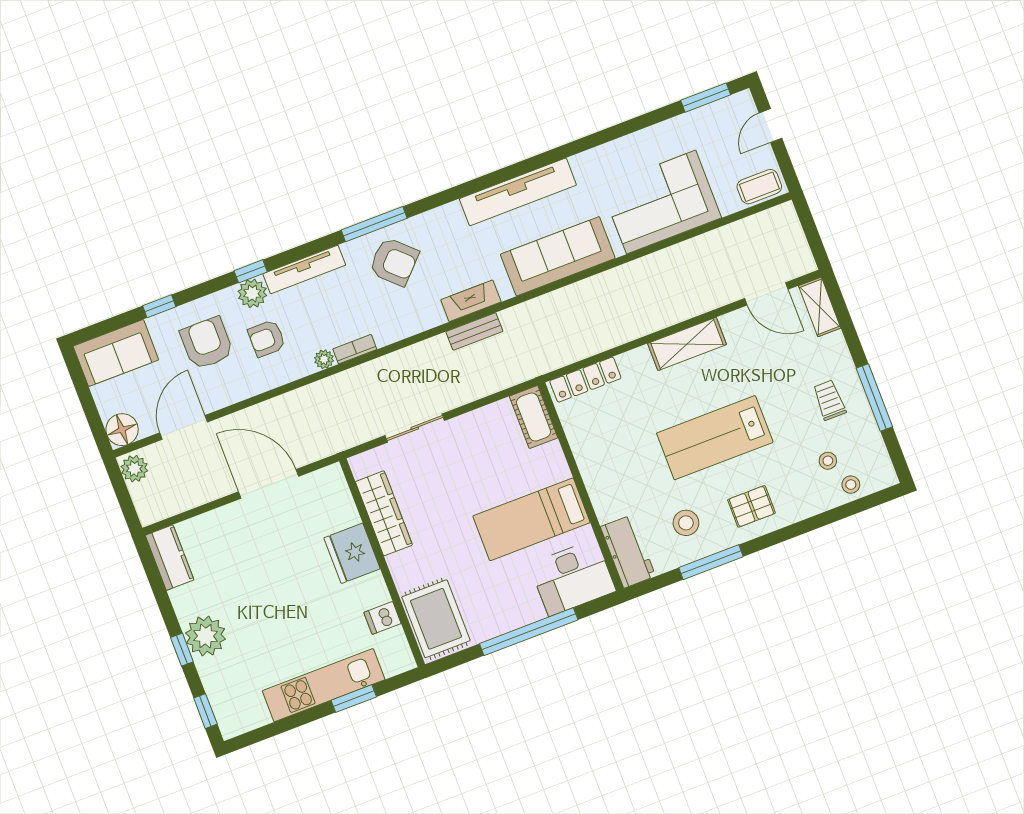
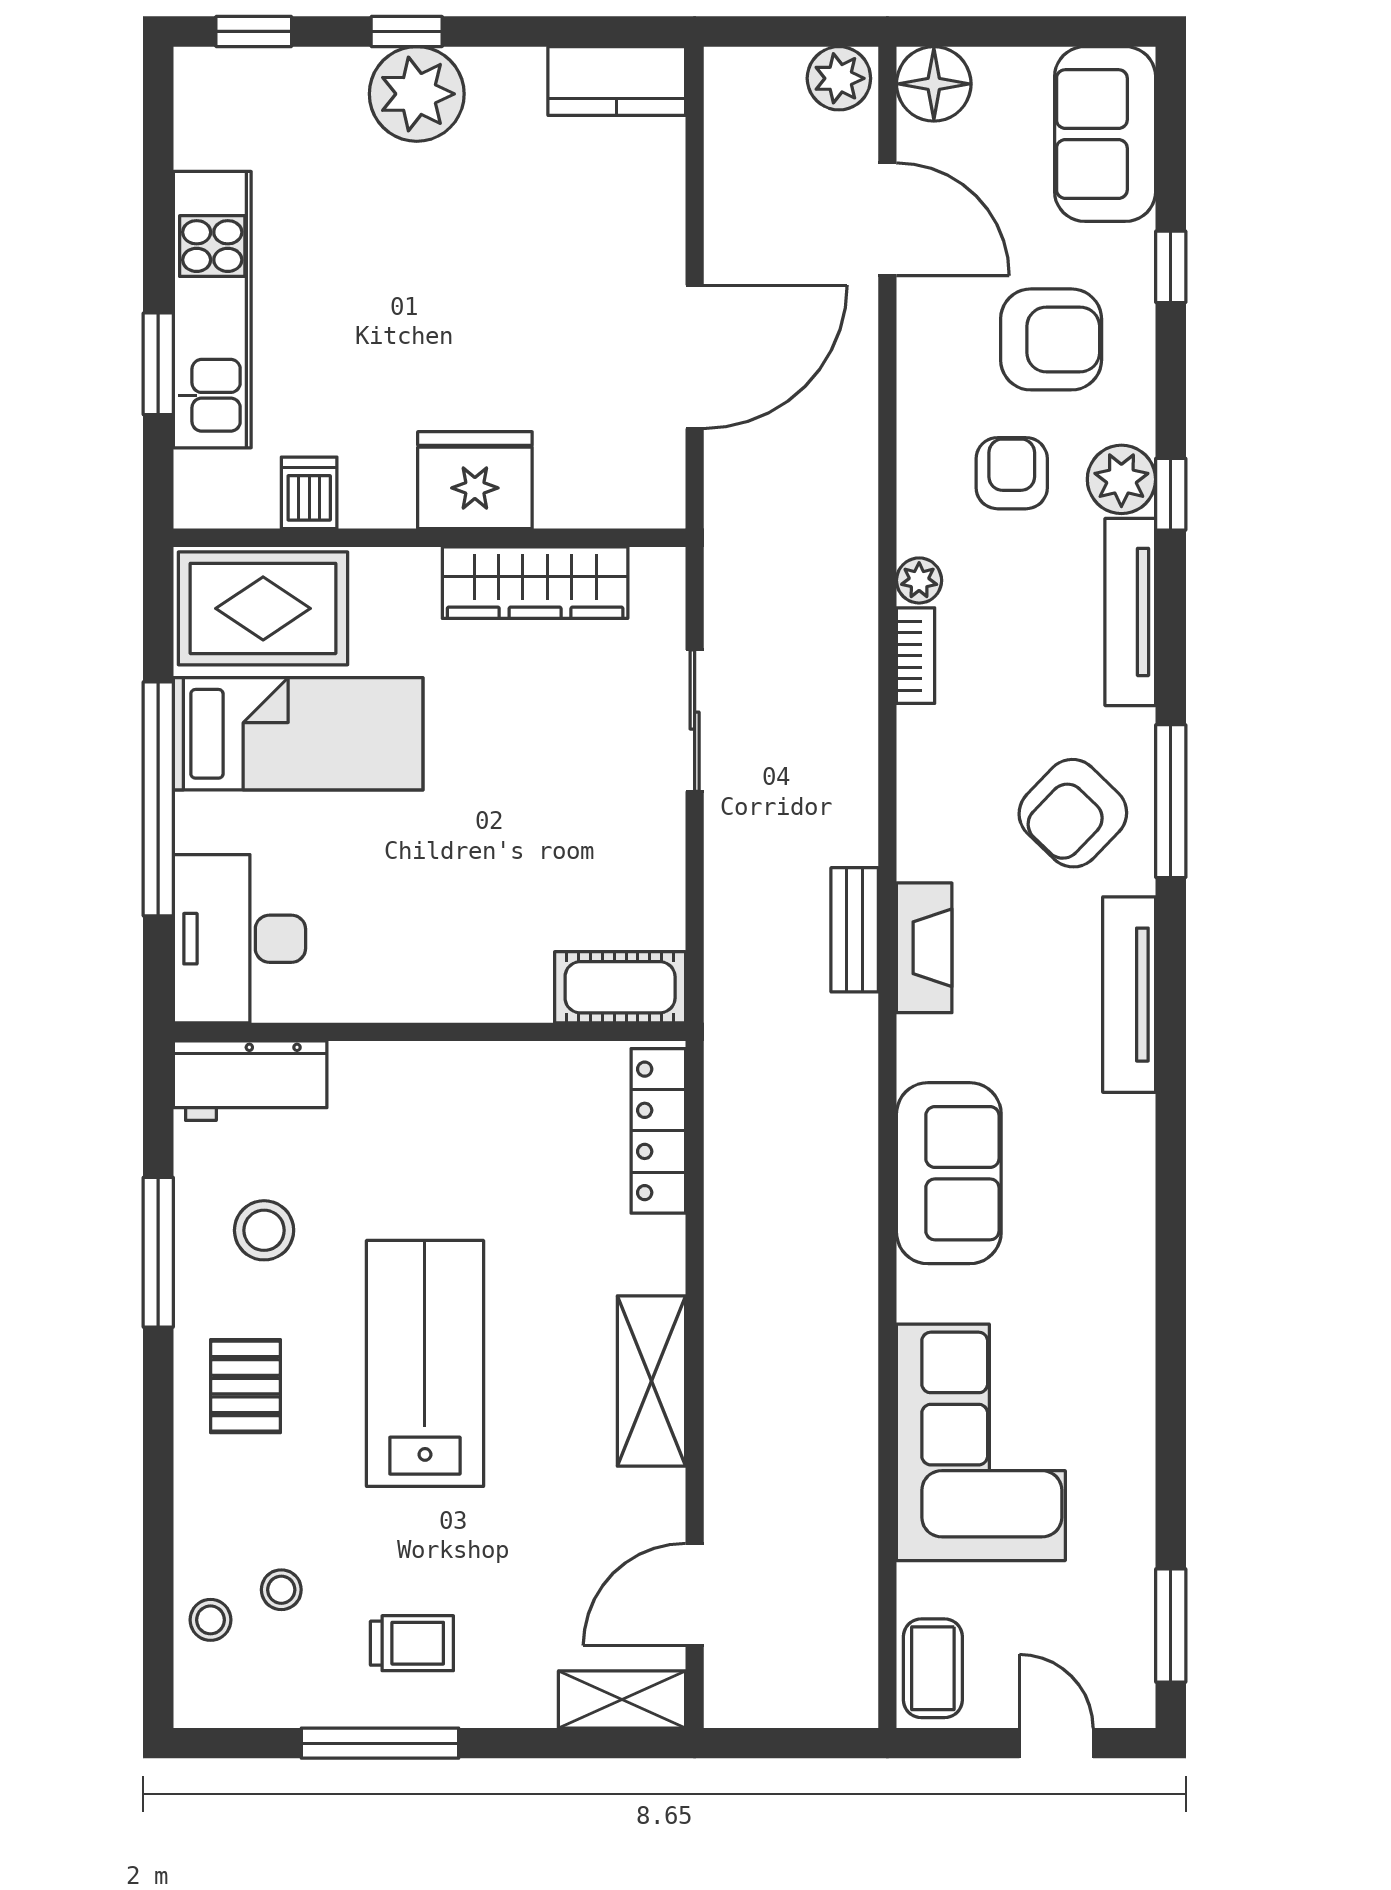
tv unit: (518, 192) -> (1129, 995), moved, width x0.73, depth x0.78
sofa: (558, 256) -> (949, 1173), width x0.73
bed: (531, 519) -> (298, 734), moved, turned 90

